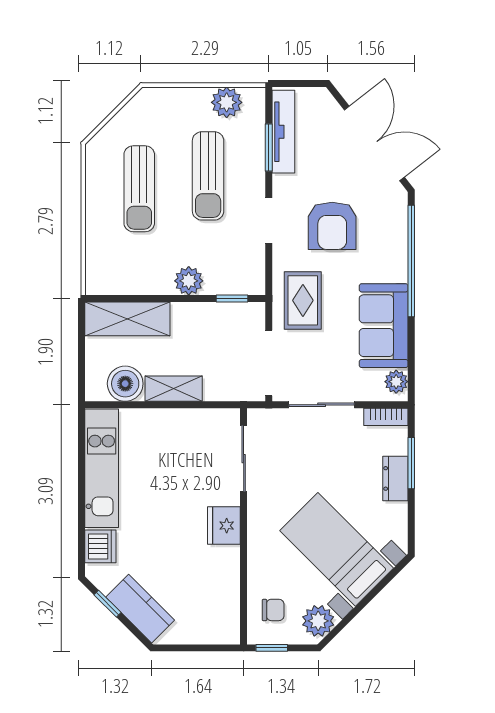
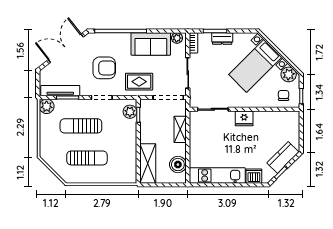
plant: (227, 102) -> (47, 106), moved
sun lounger: (208, 176) -> (81, 126), turned 180
plant: (189, 281) -> (130, 112), moved
shelving: (174, 389) -> (180, 129), moved

